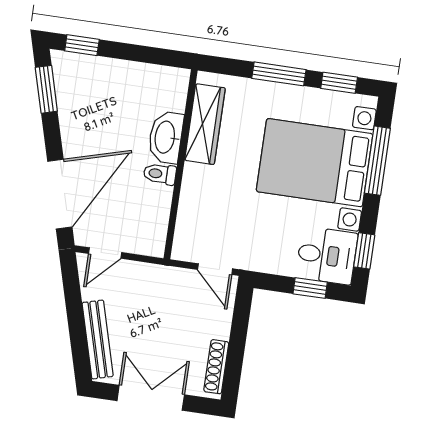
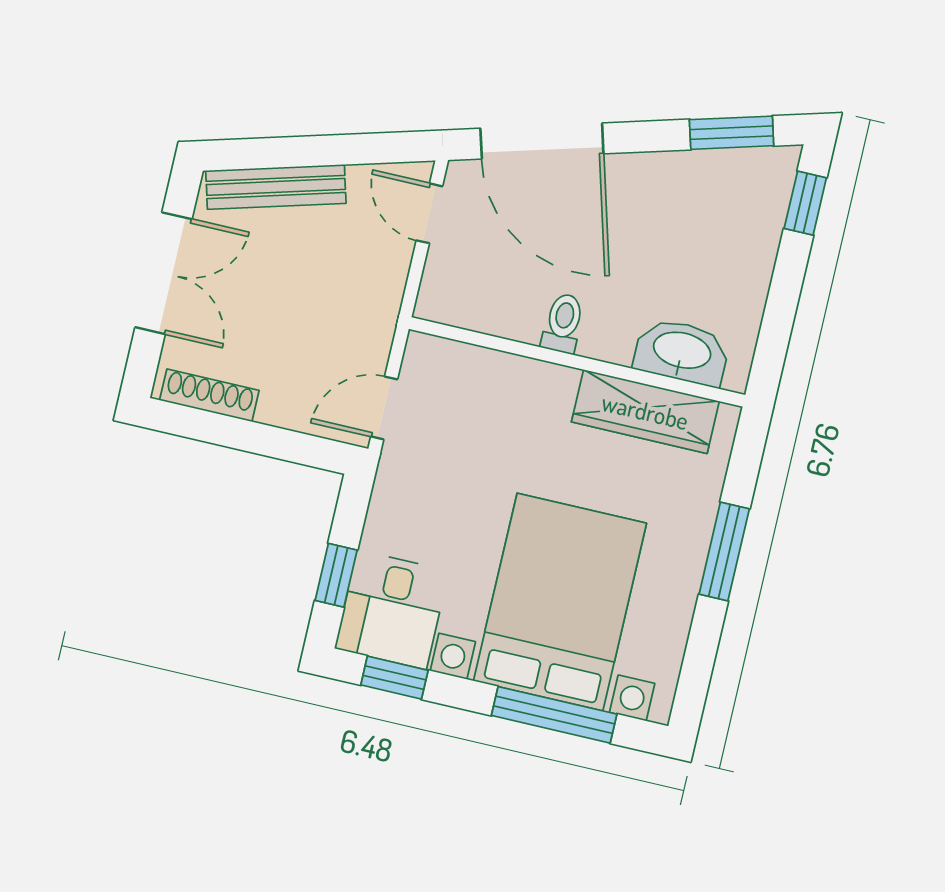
window: (339, 83) -> (699, 658), removed
washbasin: (166, 137) -> (682, 352), moved

